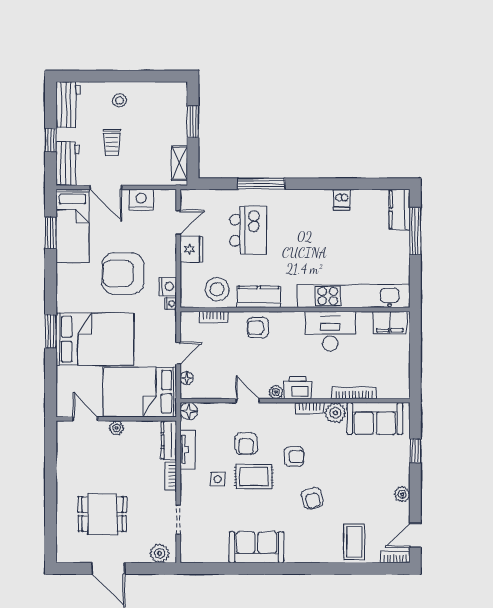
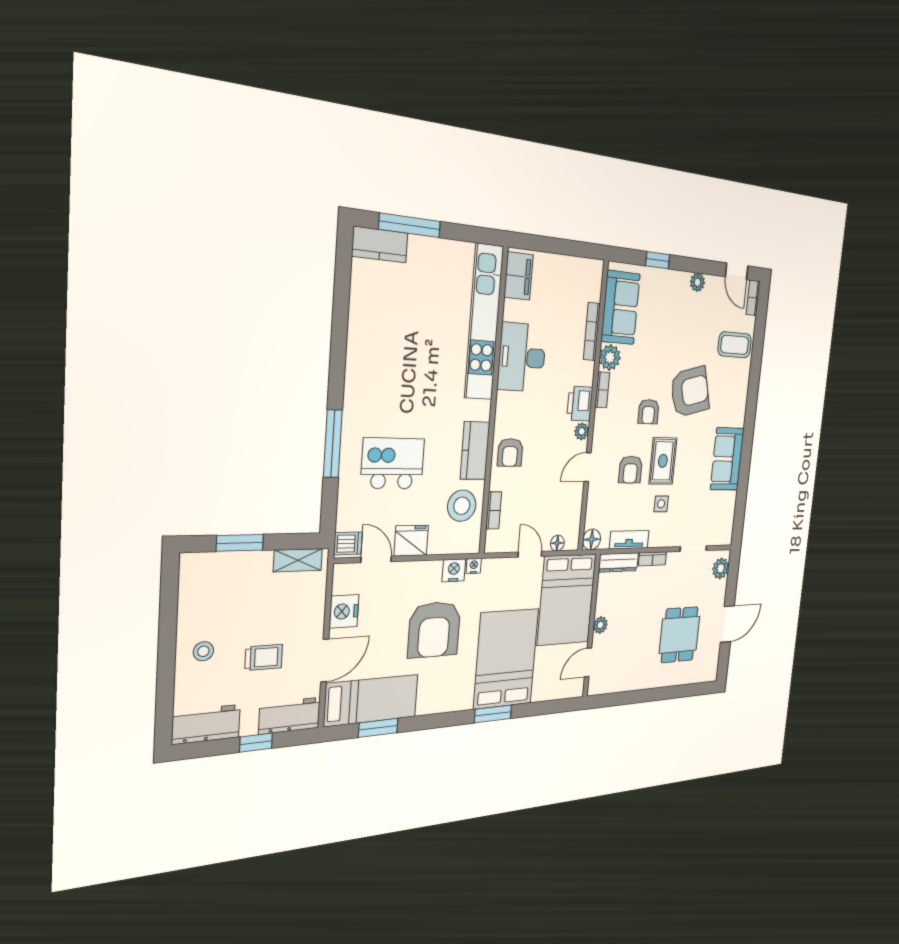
dishwasher: (342, 200) -> (348, 543), moved
armchair: (246, 444) -> (630, 470), turned 90
armchair: (294, 456) -> (649, 412), turned 180
armchair: (312, 498) -> (690, 392), width x1.88, depth x1.88

